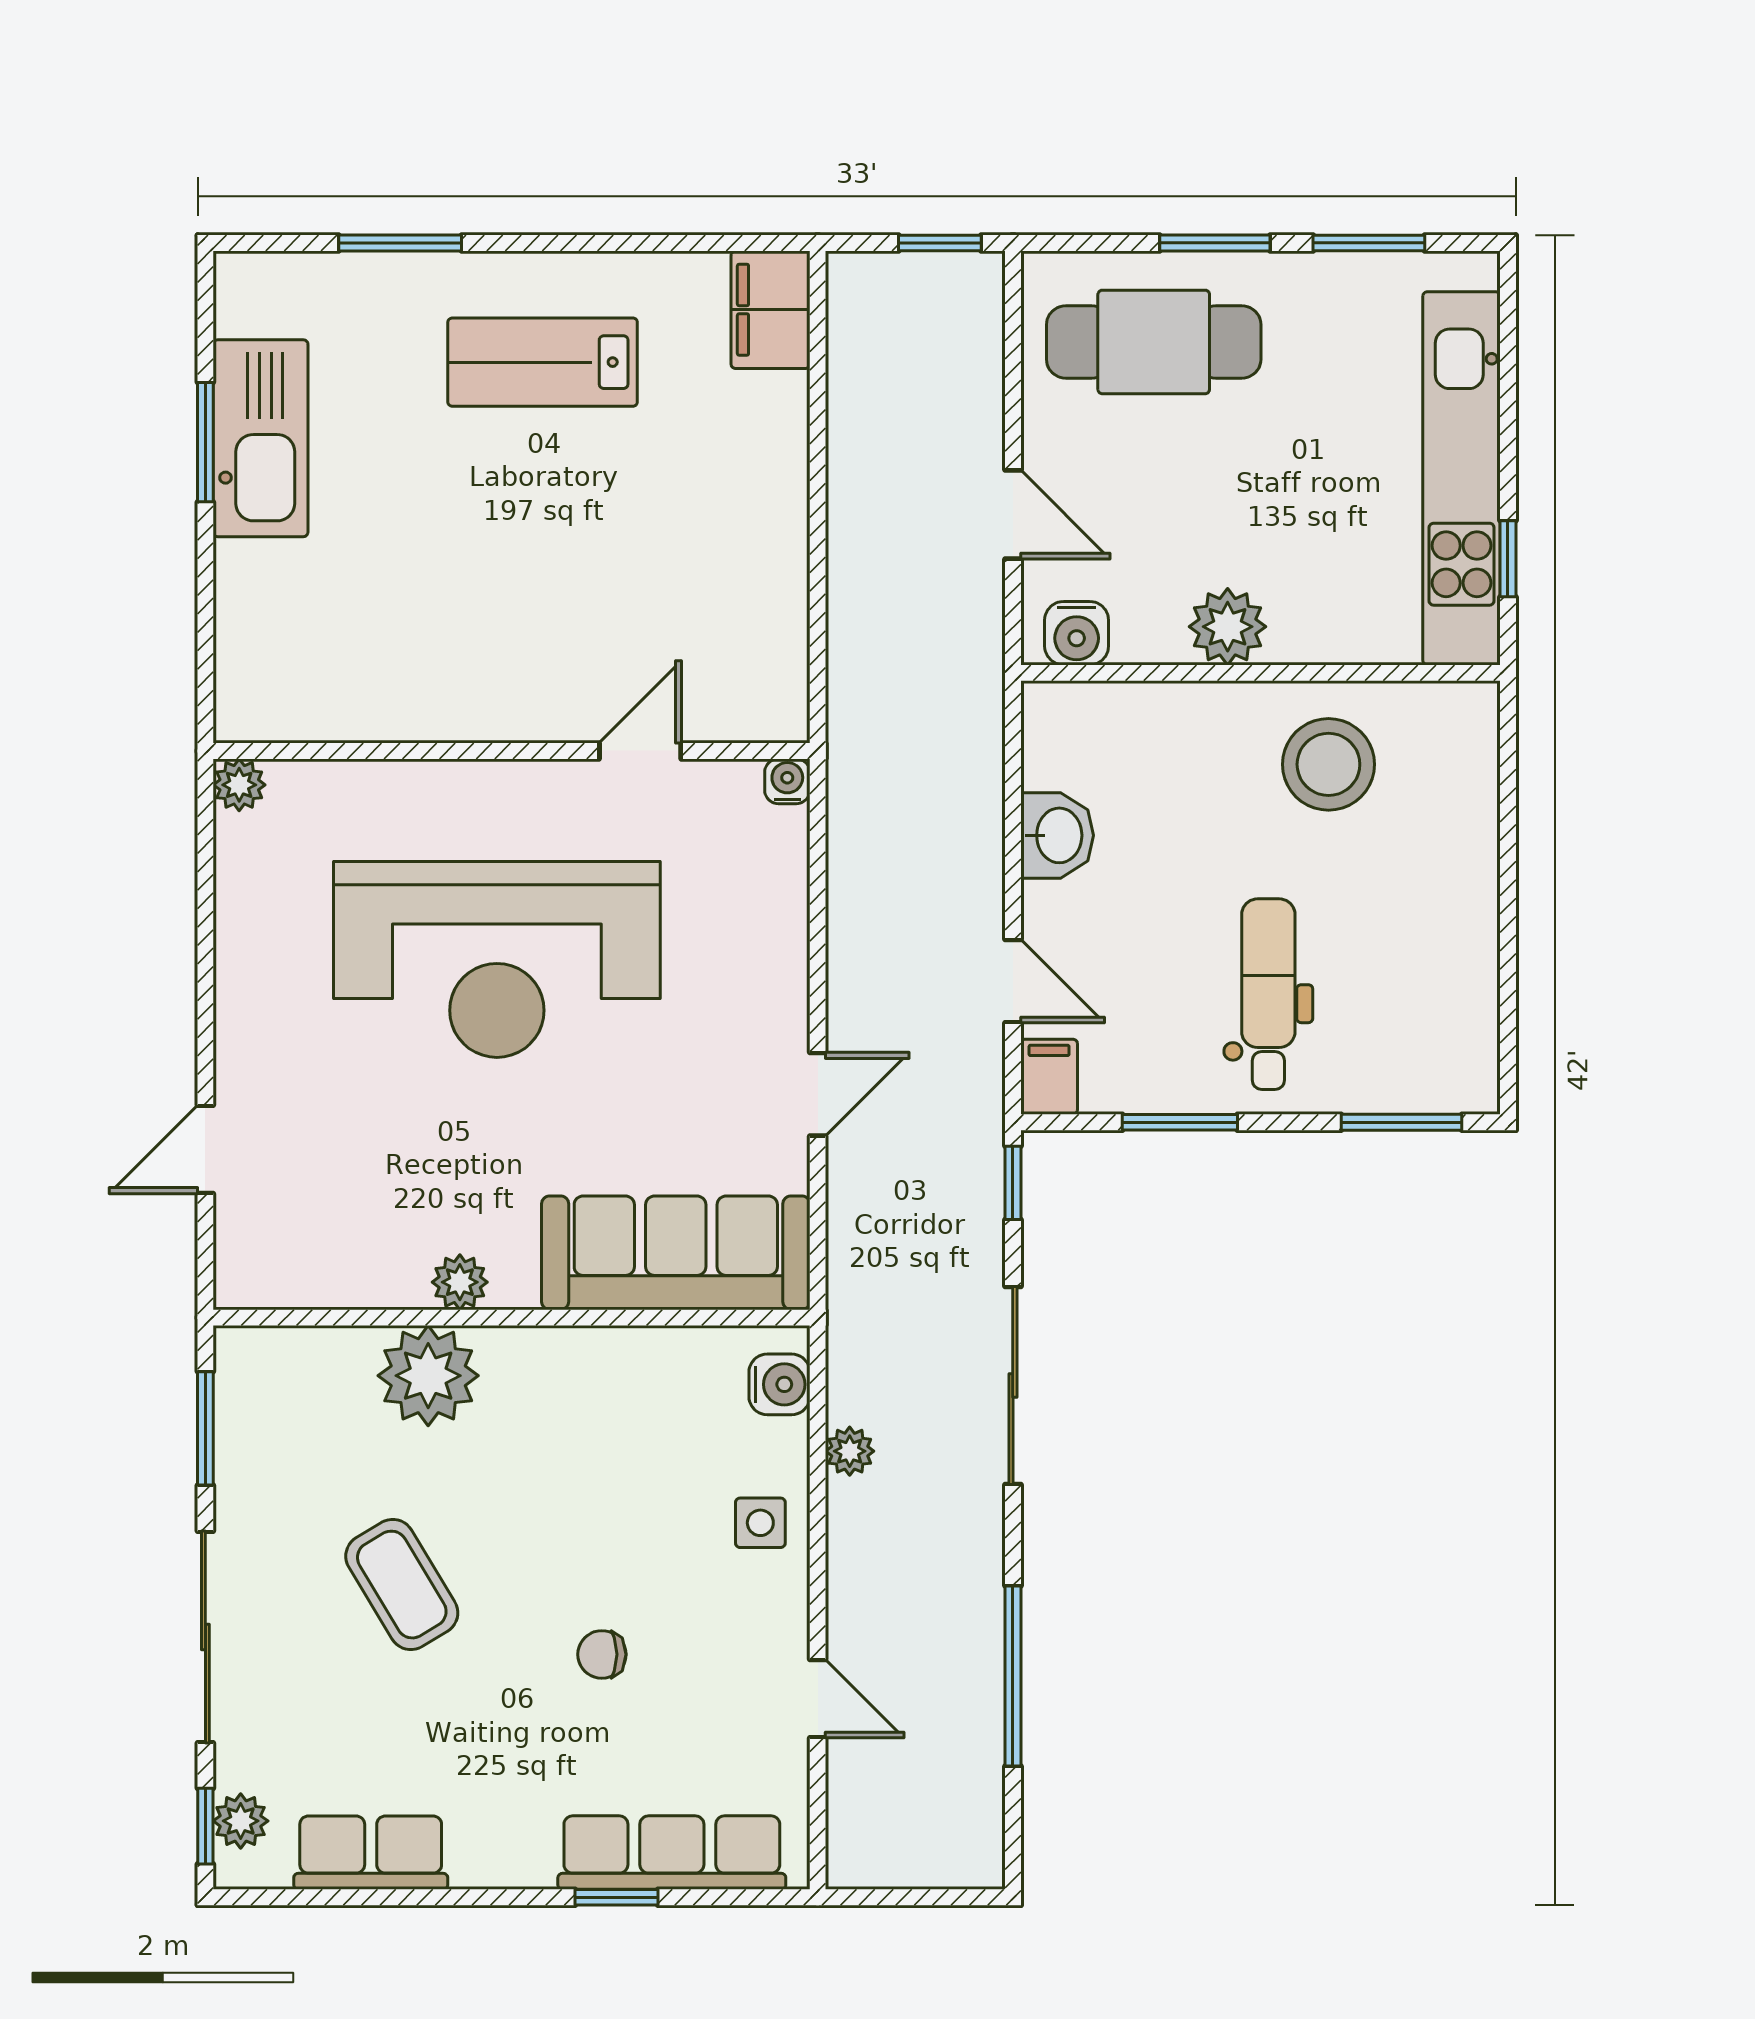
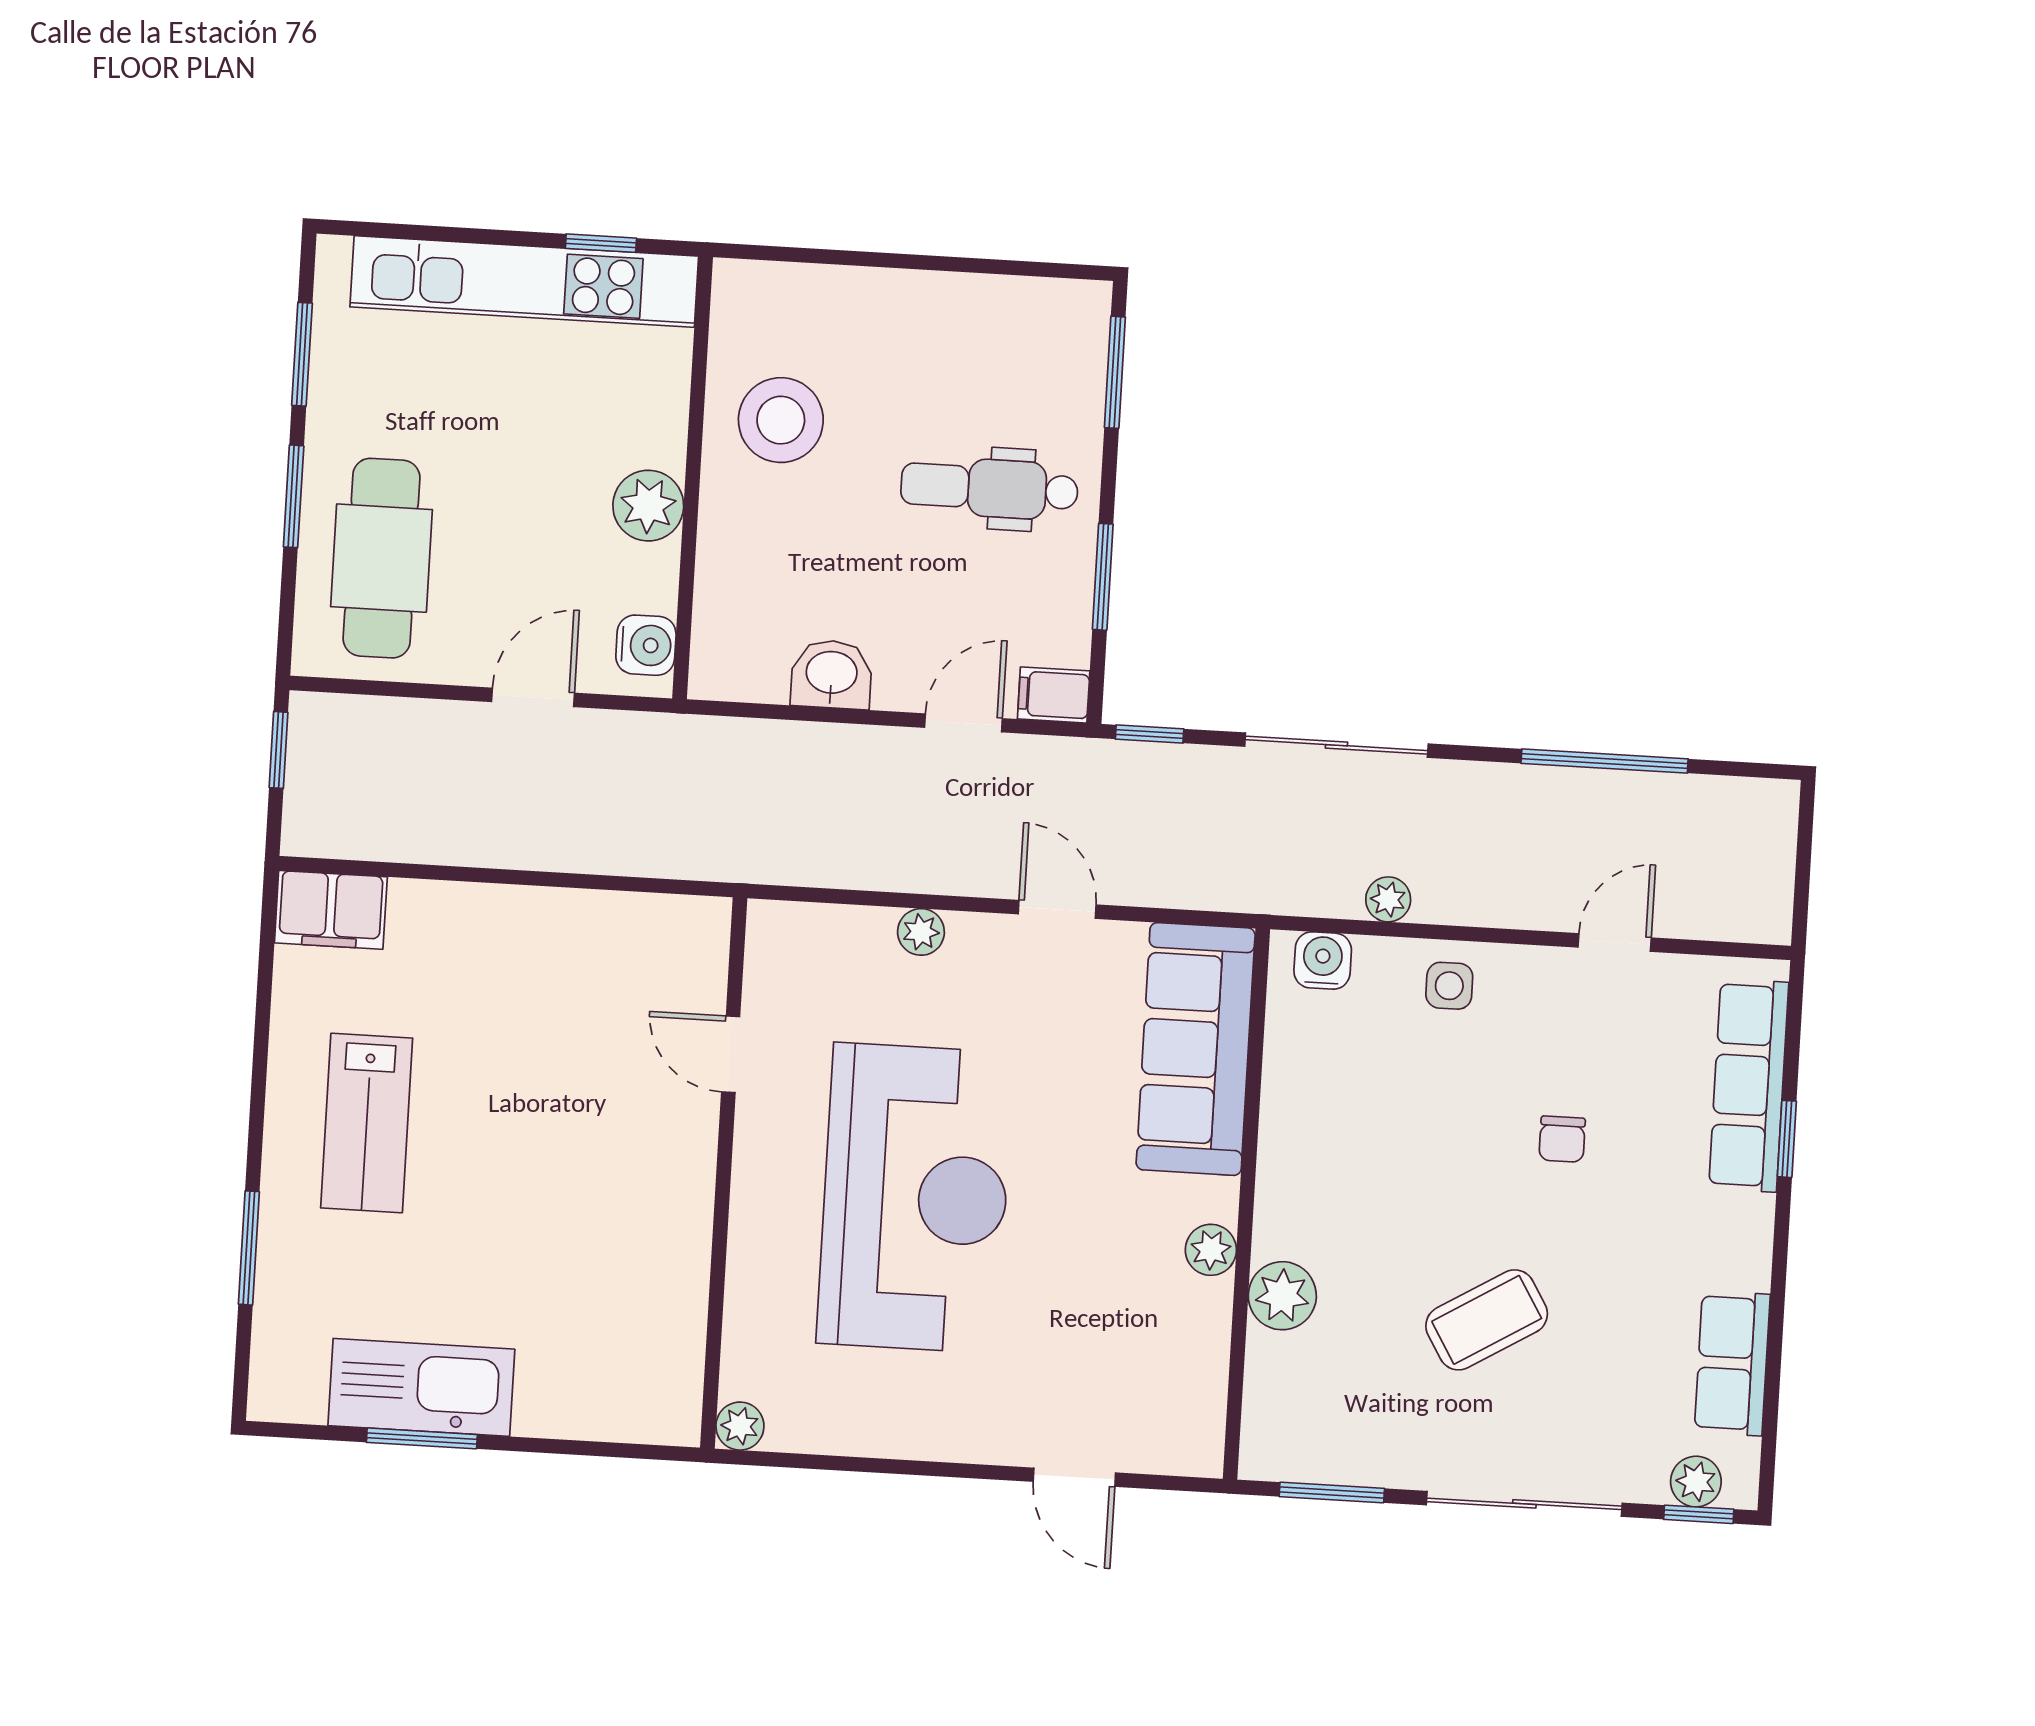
water cooler: (787, 781) -> (767, 920), removed
plant: (785, 949) -> (921, 932), added
plant: (428, 1376) -> (1282, 1296), width x0.73, depth x0.73

